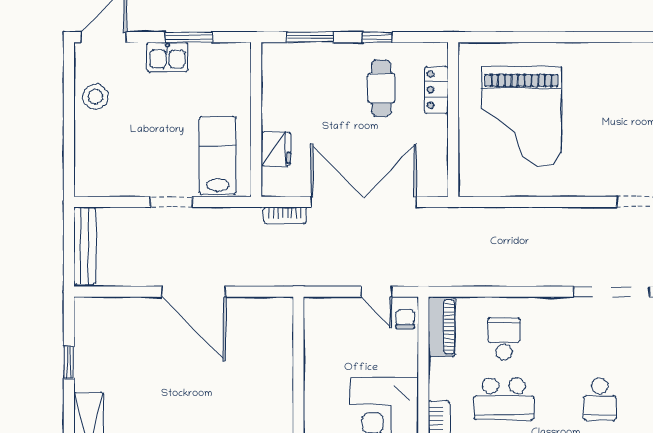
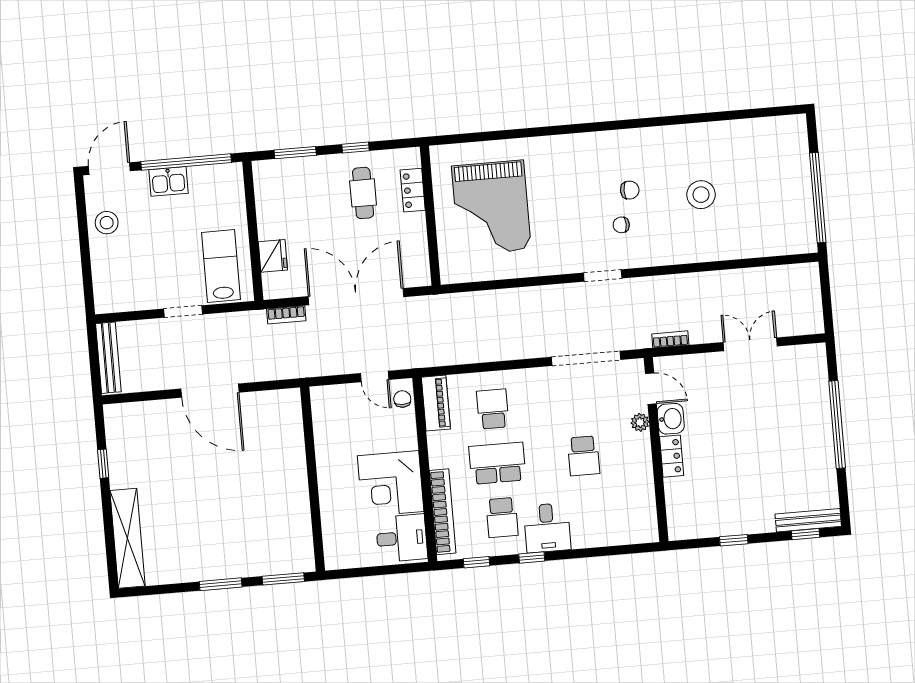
window: (189, 37) -> (186, 162), width x2.11
school desk: (504, 399) -> (497, 463), turned 180

